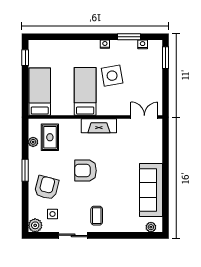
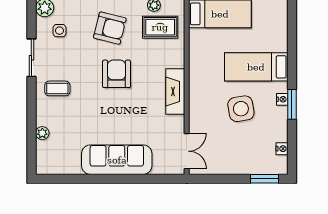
window: (129, 37) -> (292, 104), moved
bed: (85, 91) -> (256, 67), moved, turned 180
armchair: (47, 188) -> (110, 28), moved
sofa: (151, 190) -> (117, 160), moved
plant: (151, 227) -> (42, 133), moved

